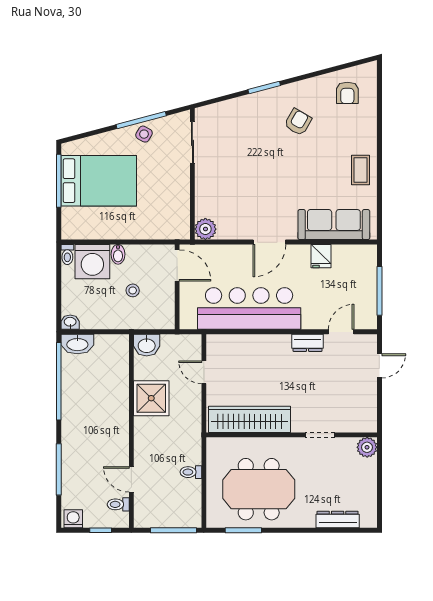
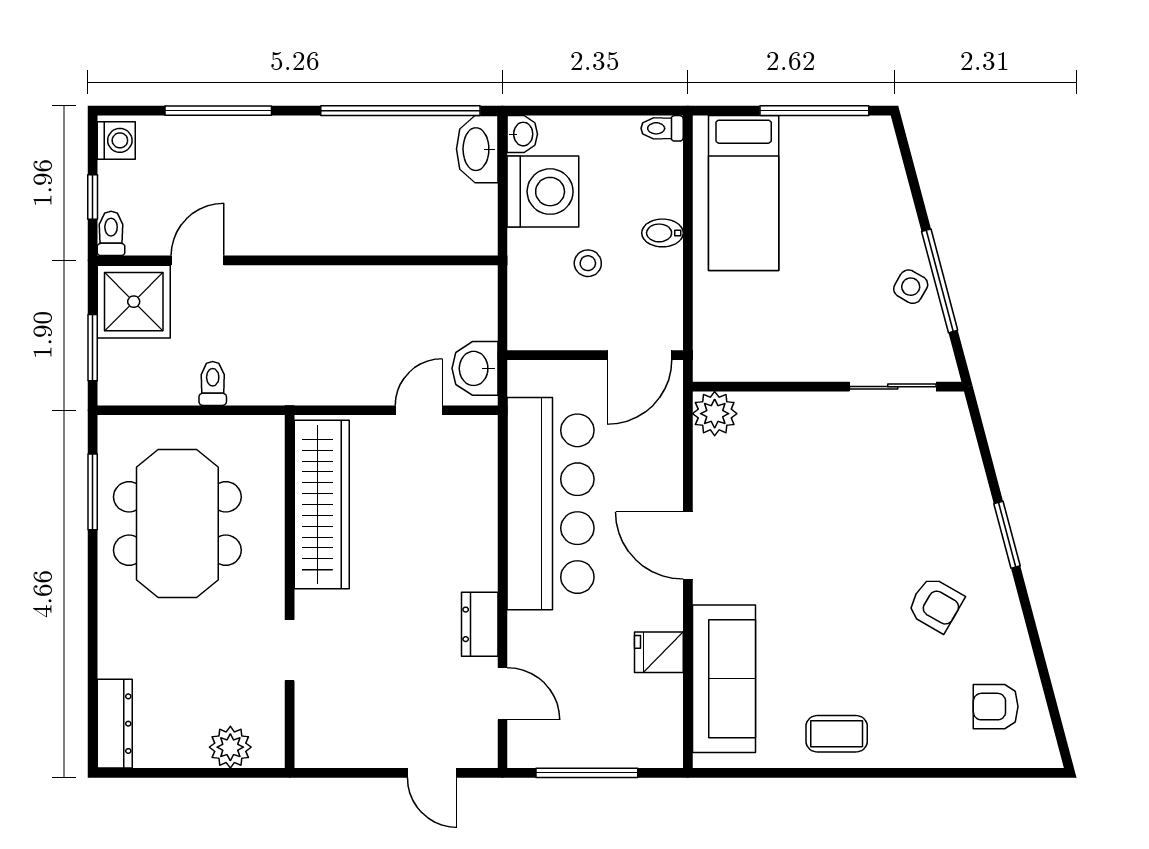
bed: (99, 181) -> (744, 193), moved, width x0.67
washing machine: (92, 262) -> (543, 192), moved, turned 180
washbasin: (147, 345) -> (475, 368), moved
shower: (151, 398) -> (134, 302), moved
plant: (367, 447) -> (230, 747), moved
toilet: (118, 504) -> (111, 233), moved
dresser: (338, 520) -> (115, 724), moved
window: (174, 530) -> (93, 348), width x0.69

